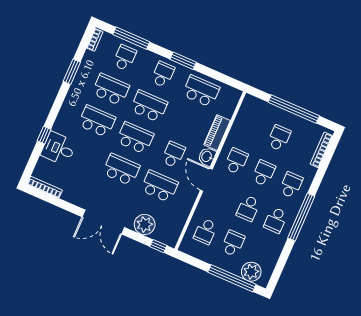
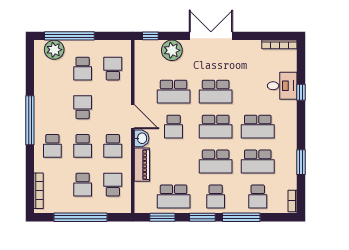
window: (131, 38) -> (241, 217), moved
window: (219, 77) -> (162, 217), added
school desk: (276, 220) -> (113, 185), moved

